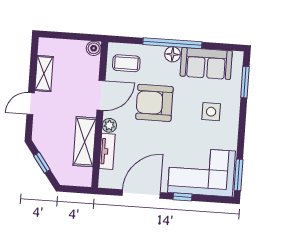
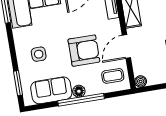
plant: (109, 125) -> (114, 25), removed

